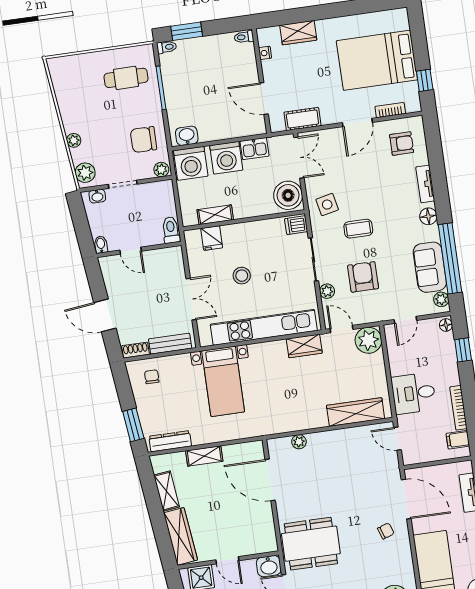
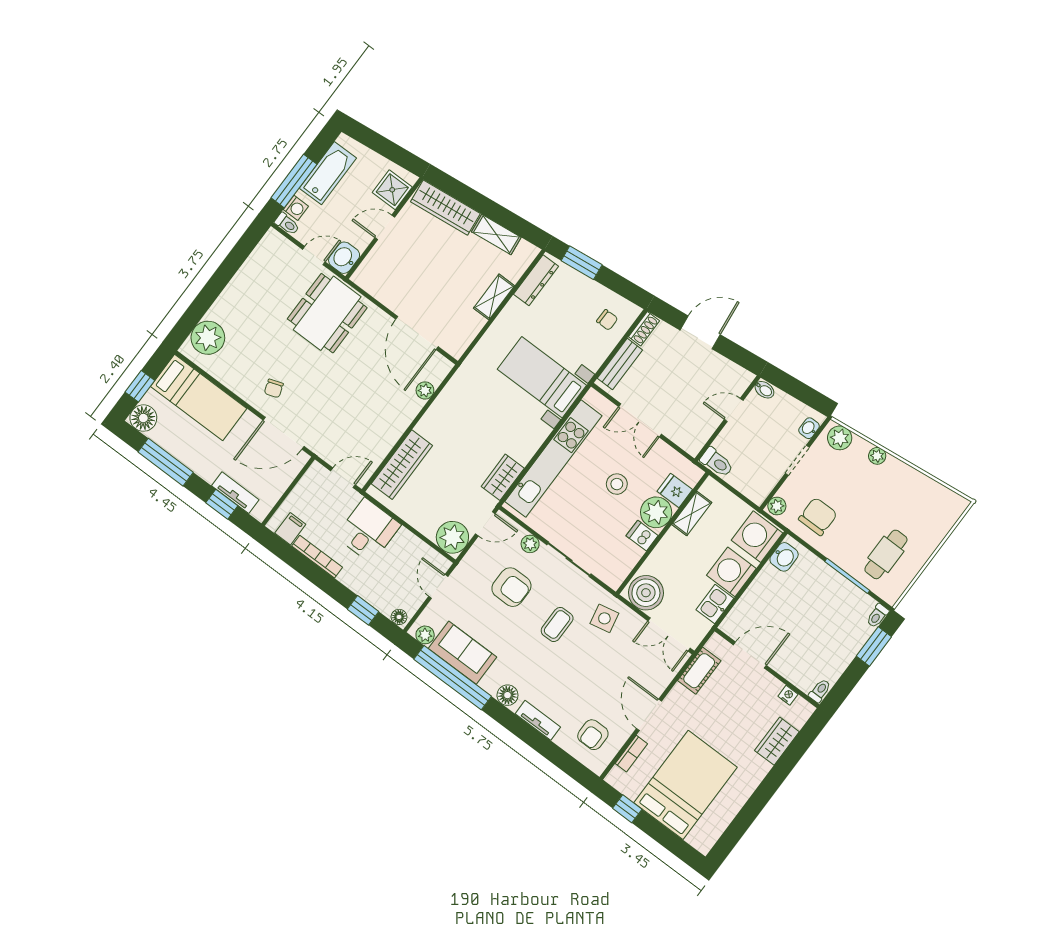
dishwasher: (296, 225) -> (642, 536), moved, turned -90
plant: (235, 236) -> (656, 512), added
door: (270, 480) -> (417, 333), swing flipped

